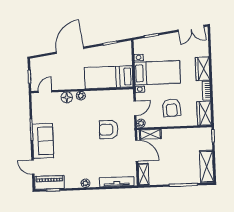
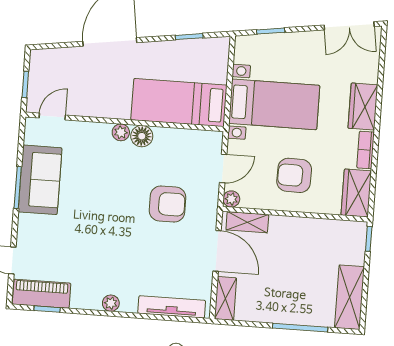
floor lamp: (67, 97) -> (142, 136), moved
armchair: (172, 108) -> (294, 175), turned 95
armchair: (109, 130) -> (167, 204), turned 180
sofa: (43, 141) -> (40, 180), moved

